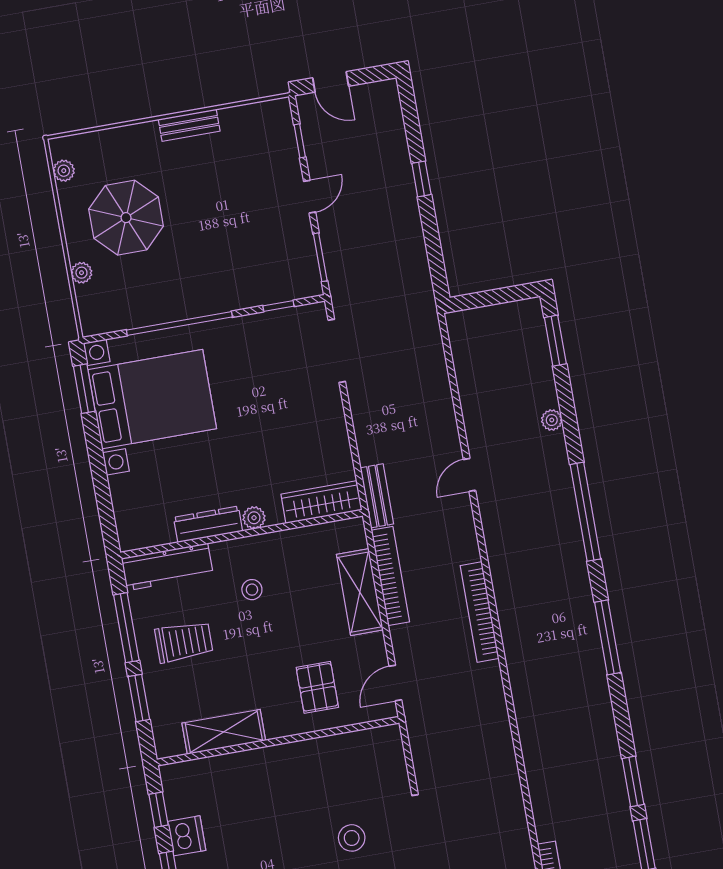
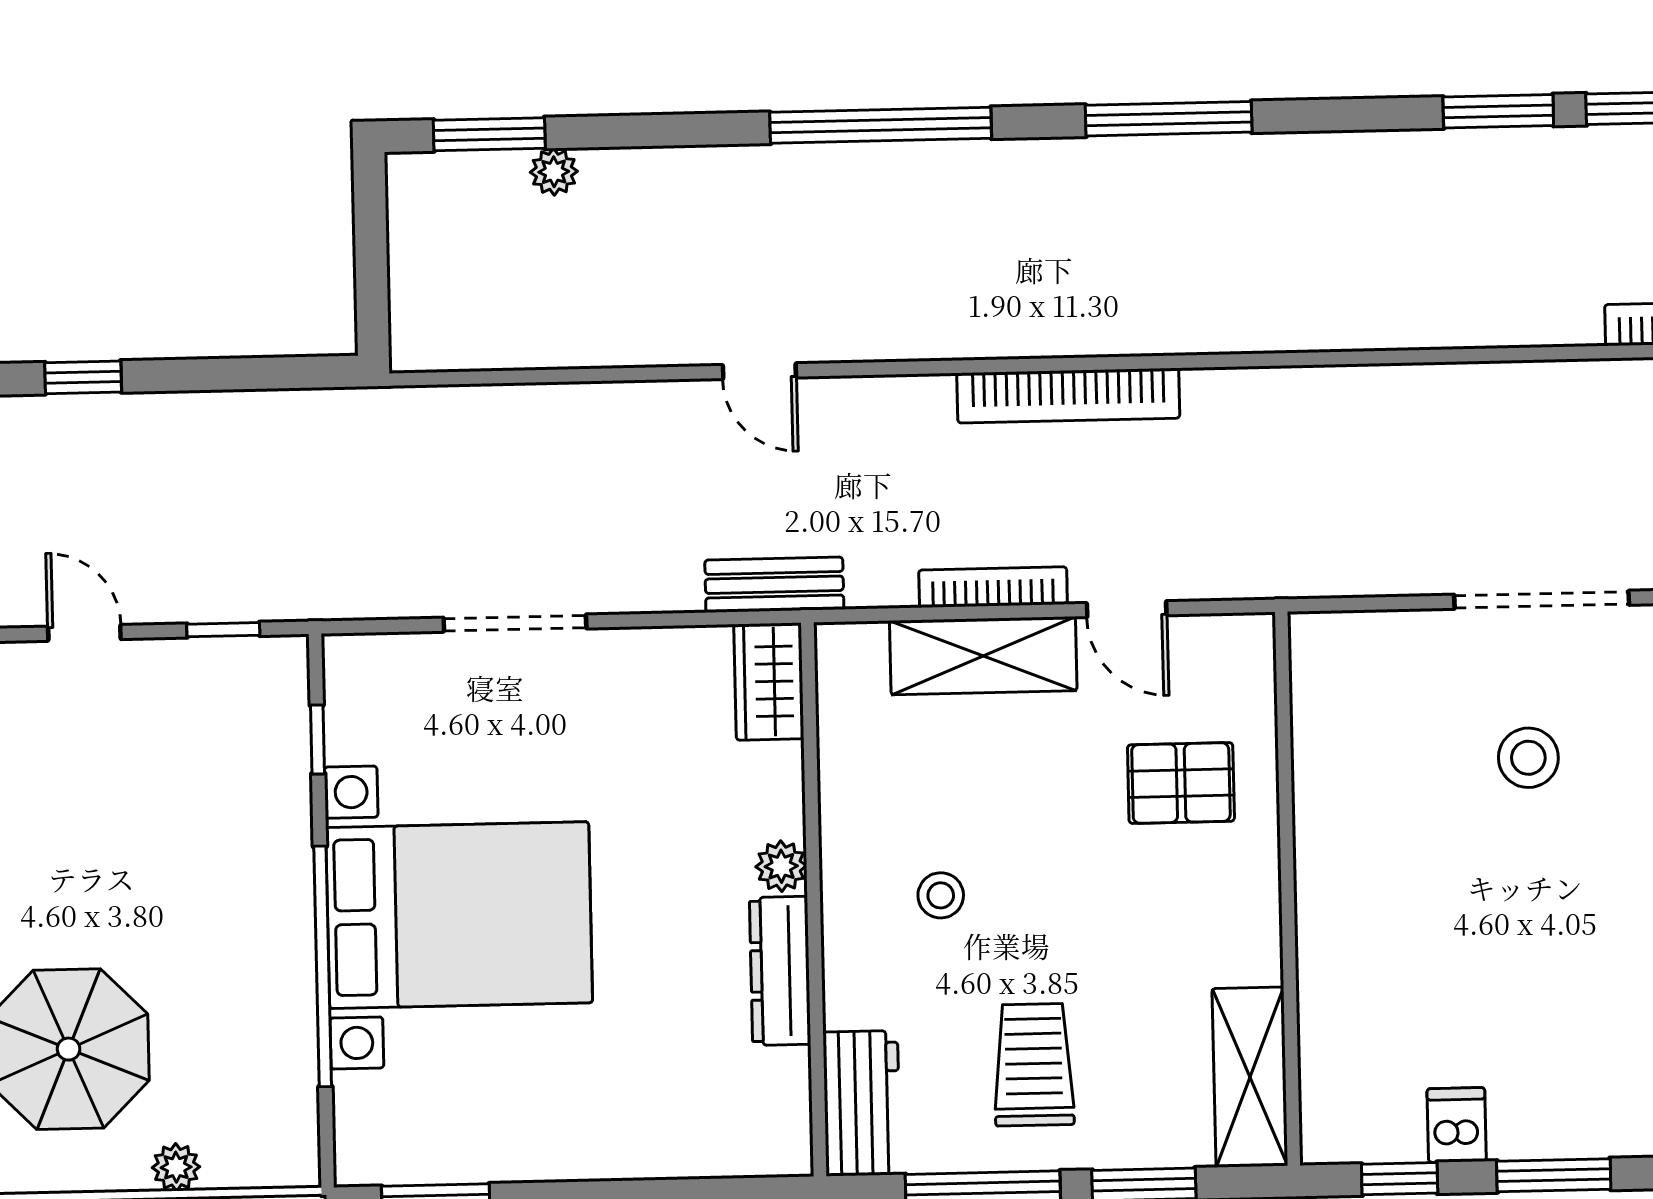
window: (320, 257) -> (223, 630), width x0.67
doorway: (337, 351) -> (515, 623), moved
bed with nightstands: (152, 399) -> (459, 915), moved, turned 90
plant: (552, 420) -> (554, 172), moved
wardrobe: (321, 502) -> (769, 682), width x0.67
workbench: (167, 567) -> (862, 1103), width x0.73
bookcase: (390, 576) -> (993, 587), width x0.68, depth x0.76
door: (395, 683) -> (1127, 609), moved
shelving: (224, 732) -> (1250, 1077), moved
dishwasher: (187, 836) -> (1457, 1125), width x0.73

